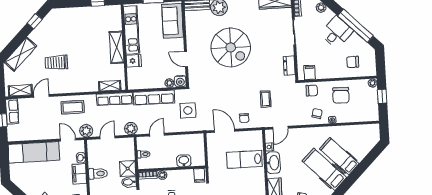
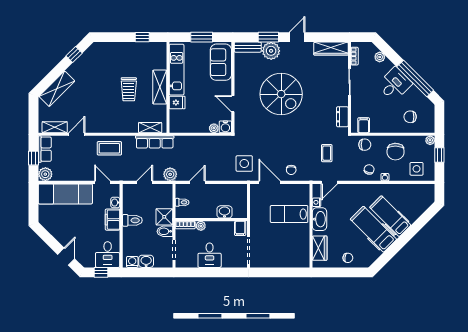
trolley: (56, 62) -> (129, 89), moved, turned -90
row of seats: (154, 98) -> (196, 143), removed
coffee table: (266, 99) -> (327, 153), moved
side table: (188, 110) -> (244, 163), moved
side table: (361, 110) -> (417, 169), added
plant: (86, 131) -> (45, 174), moved

